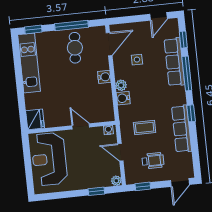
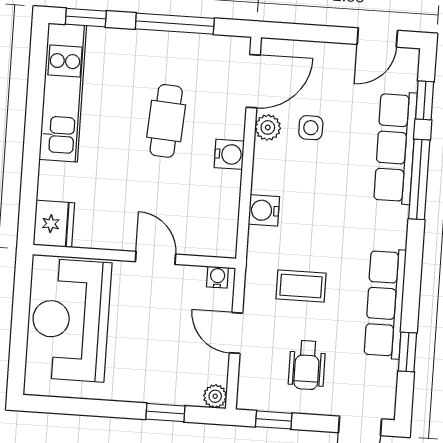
cafe table: (75, 48) -> (166, 121), moved
plant: (121, 85) -> (268, 127), moved
window: (191, 113) -> (407, 352), moved
wheelchair: (153, 161) -> (307, 365), turned 90

